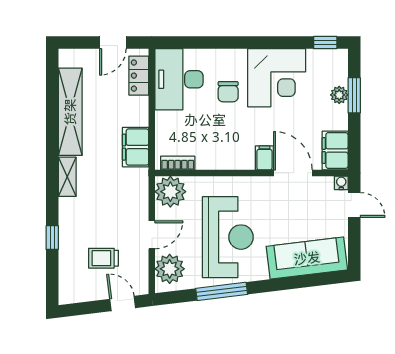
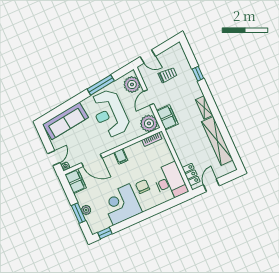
filing cabinet: (136, 147) -> (167, 117), moved
filing cabinet: (264, 158) -> (121, 156), moved
door: (354, 205) -> (54, 158), swing flipped

